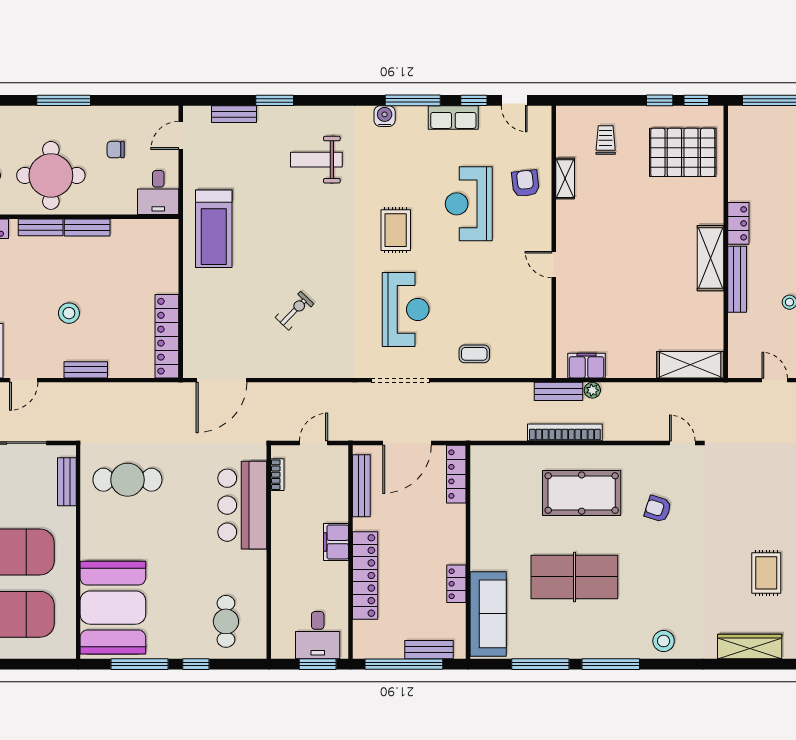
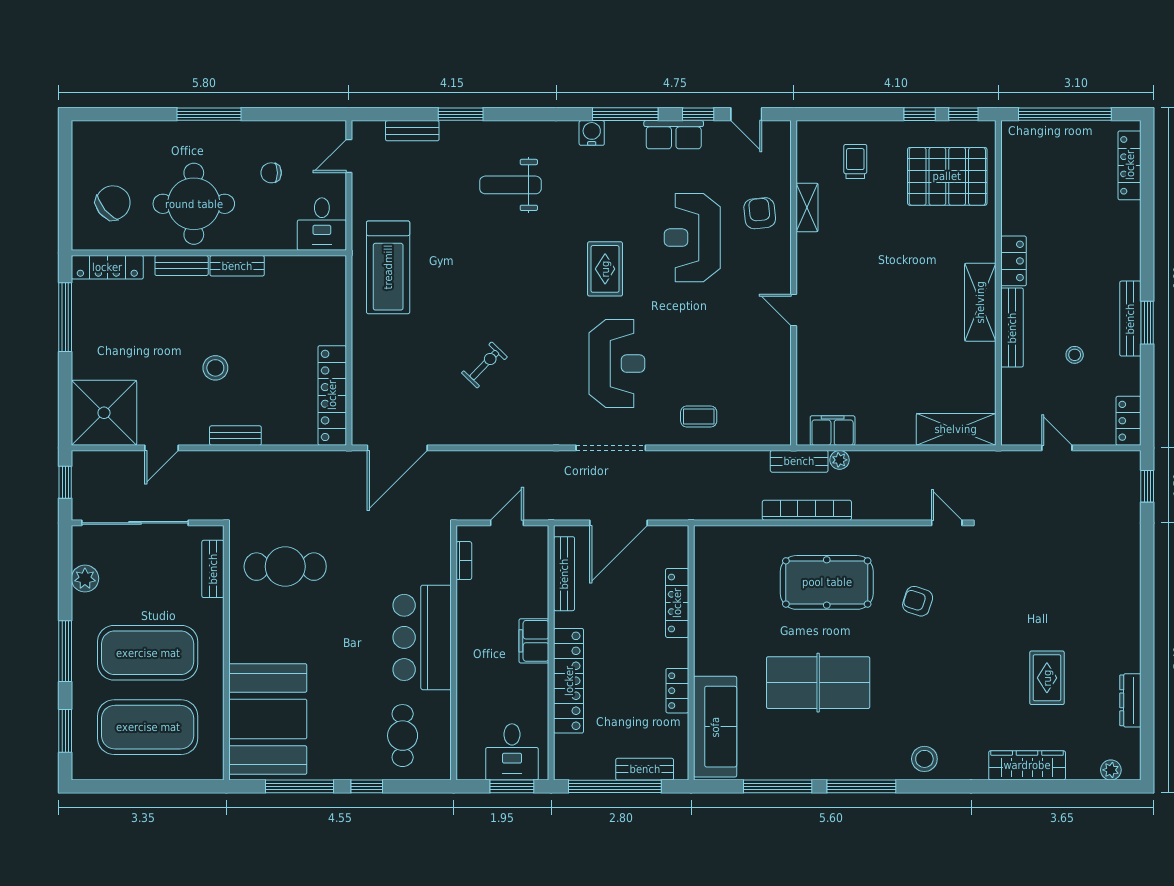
locker: (456, 474) -> (677, 603), moved
bar counter: (242, 505) -> (422, 637), moved

